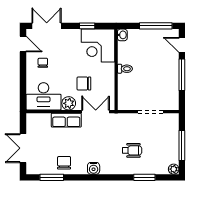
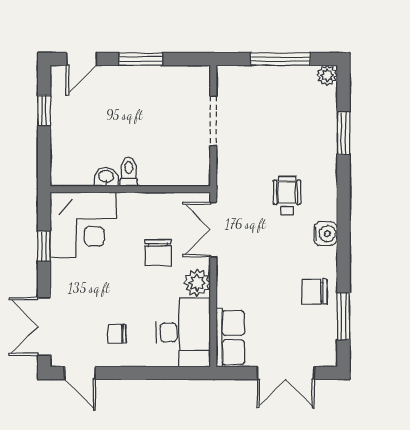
window: (156, 26) -> (44, 111), width x0.46
washbasin: (122, 35) -> (106, 177), moved
door: (23, 44) -> (80, 373), swing flipped
window: (182, 75) -> (141, 59), width x0.69
row of seats: (66, 120) -> (230, 338), moved
wheelchair: (132, 150) -> (287, 195), moved

